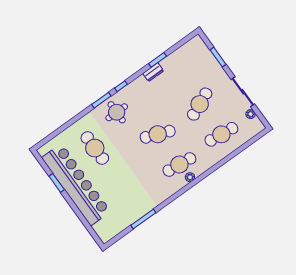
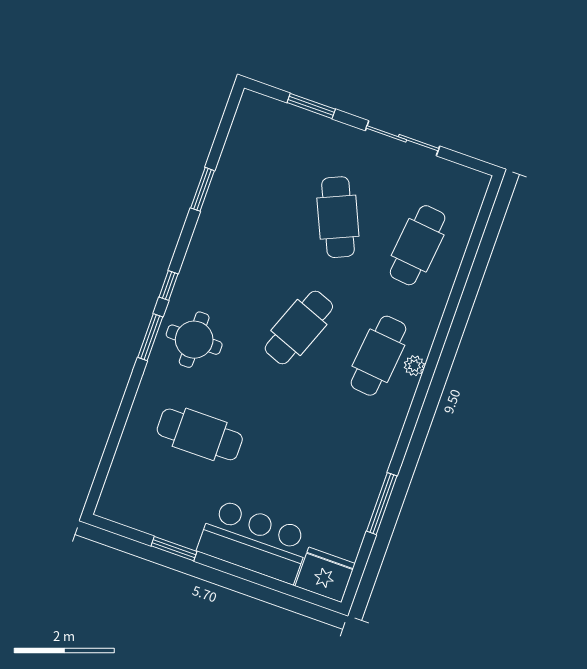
dresser: (153, 72) -> (210, 218), removed
plant: (251, 114) -> (446, 170), removed
bar counter: (76, 185) -> (254, 541), width x0.54
fridge: (105, 230) -> (325, 575), added

